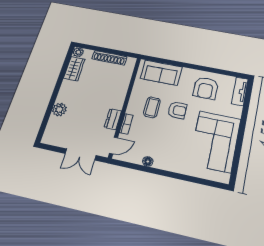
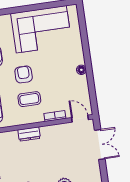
dresser: (113, 119) -> (29, 134), moved
floor lamp: (148, 161) -> (81, 70), moved

